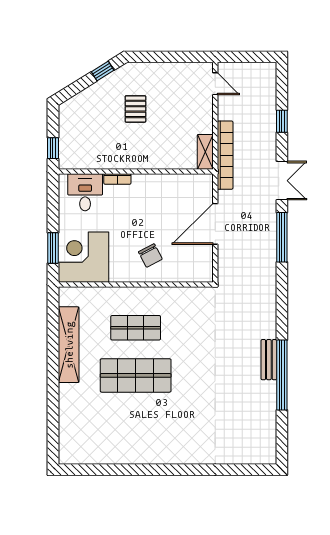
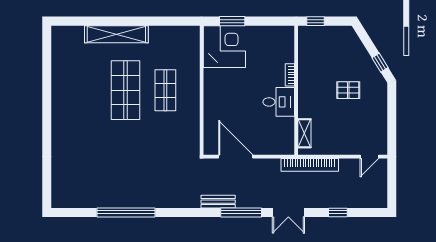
shelving: (205, 152) -> (304, 133), moved, turned 90
desk: (85, 192) -> (279, 102), moved
door: (215, 224) -> (236, 157), moved
chair: (150, 256) -> (226, 102), removed
shelving: (69, 345) -> (116, 34), moved
bench: (269, 360) -> (218, 202), moved

